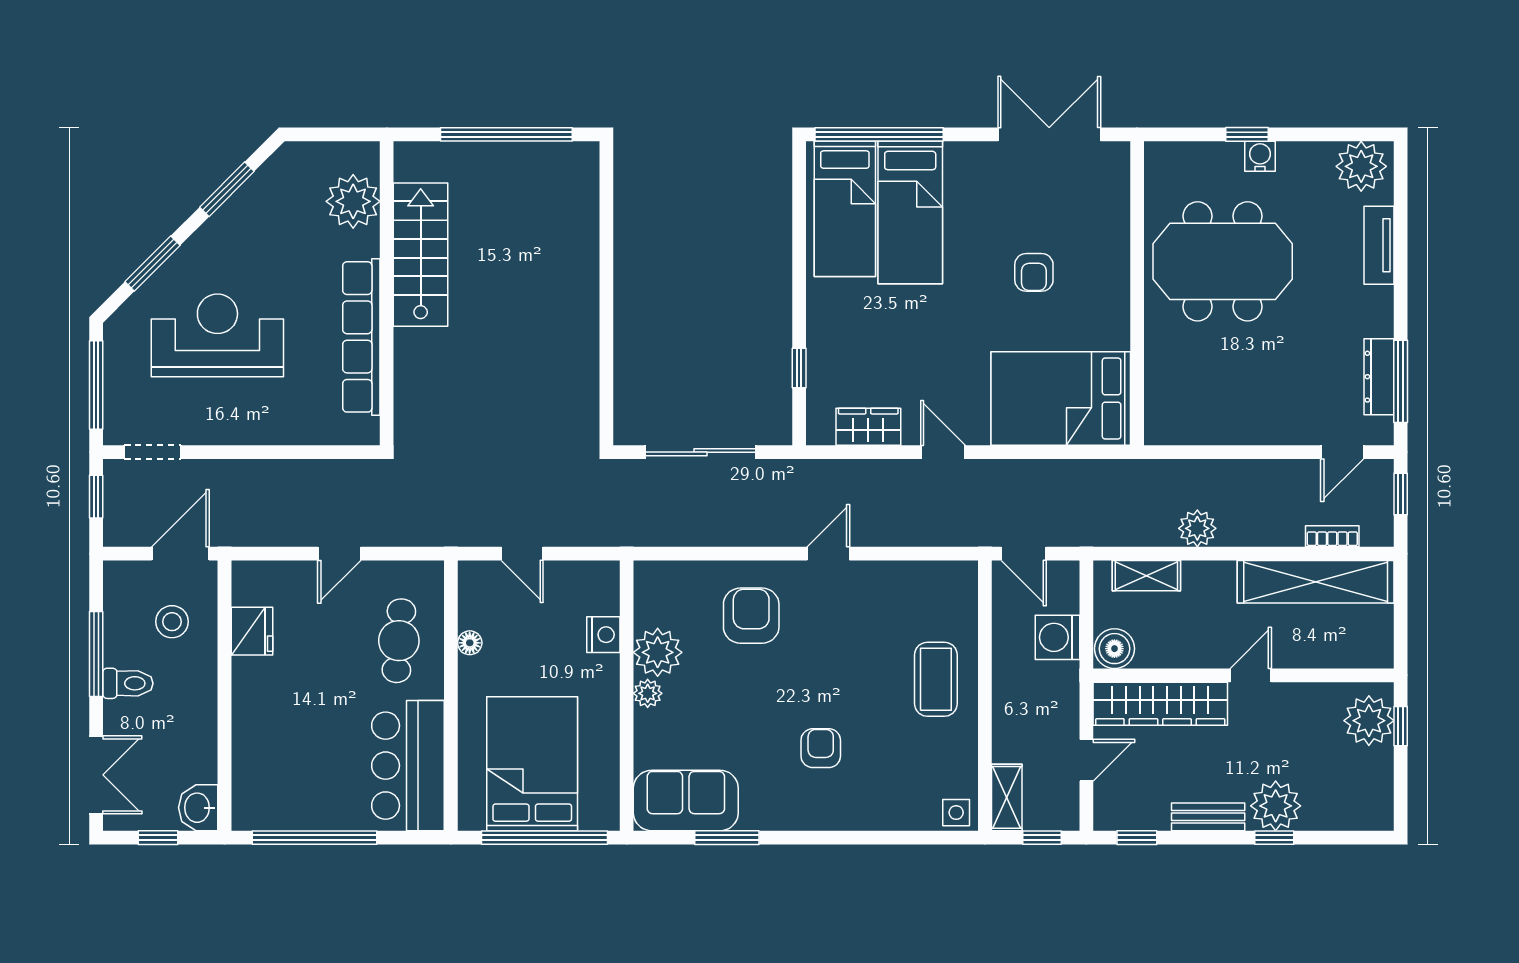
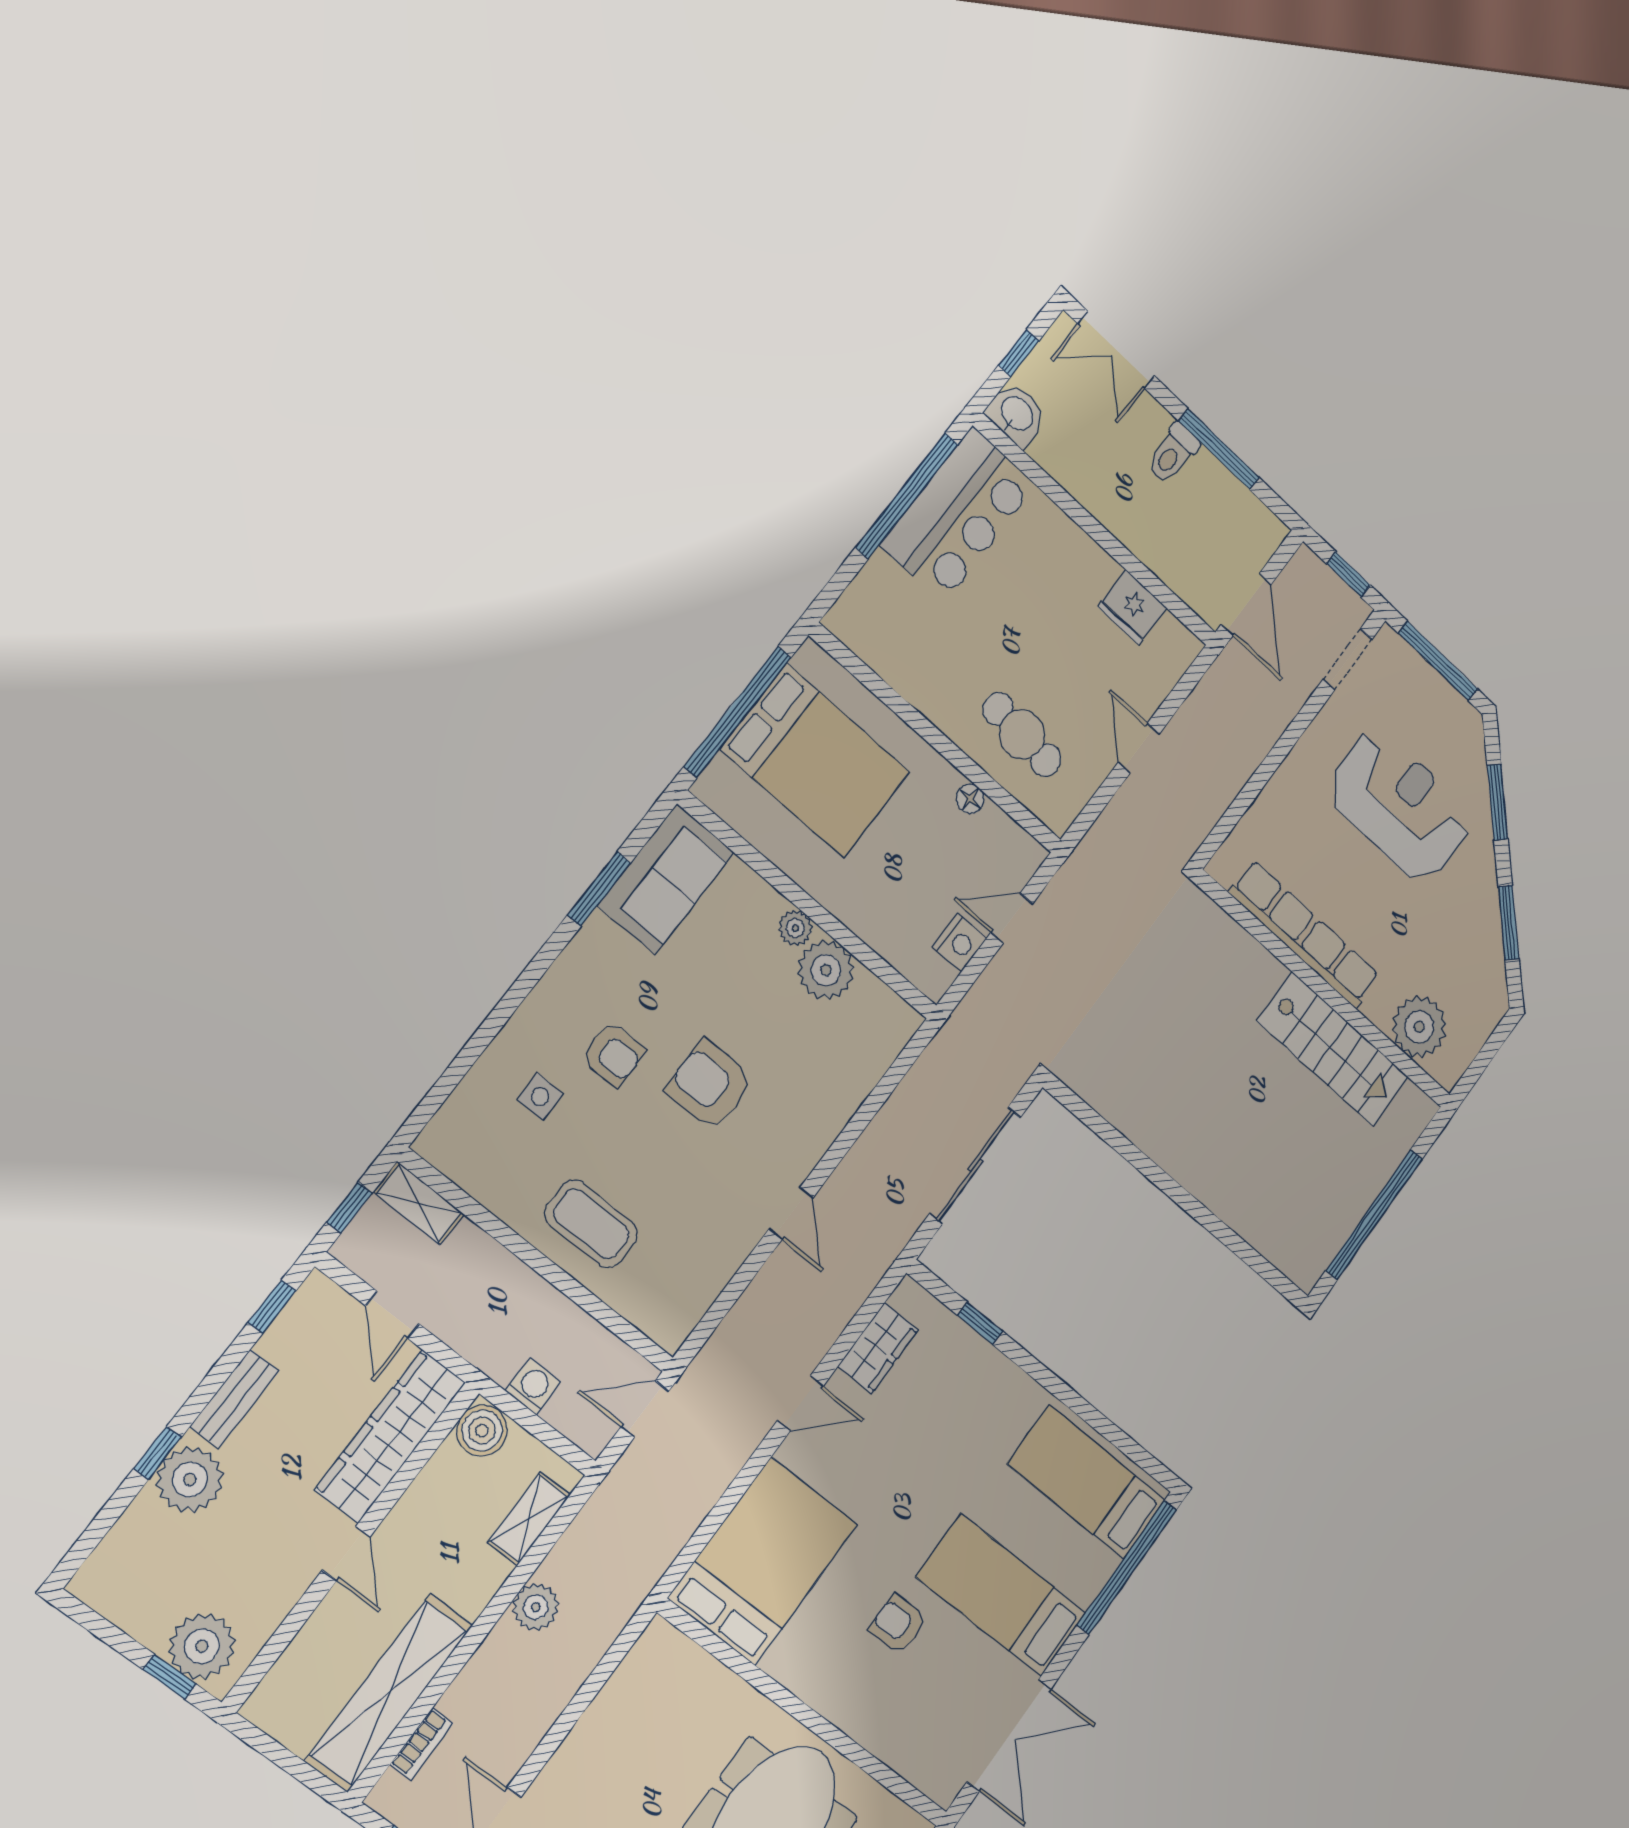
bed: (910, 213) -> (1001, 1595), moved
reception desk: (217, 335) -> (1400, 806), turned -90
armchair: (751, 616) -> (710, 1085), moved, turned 180
stool: (172, 622) -> (1195, 543), removed
nightstand: (603, 635) -> (959, 943), moved, turned -90
washing machine: (1057, 637) -> (533, 1386), width x0.73, depth x0.73
bar counter: (408, 766) -> (958, 515), moved, turned 90
side table: (956, 813) -> (540, 1097), moved

